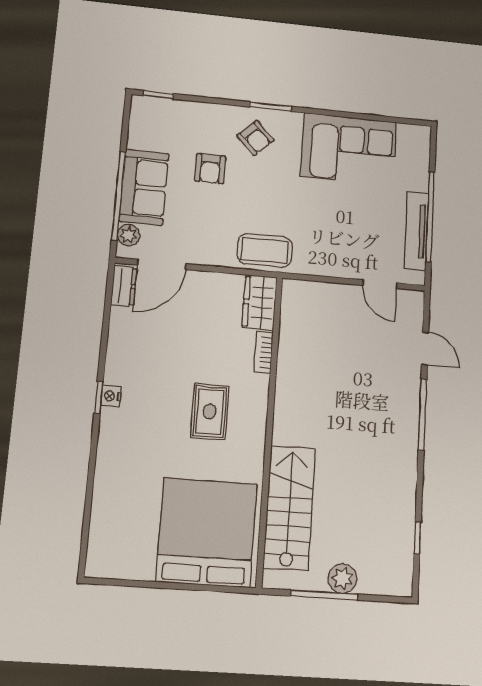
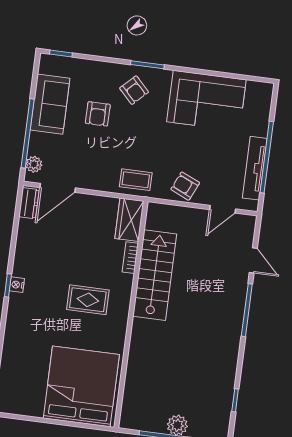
sofa: (144, 187) -> (50, 104), moved
coffee table: (265, 250) -> (136, 180), width x0.73, depth x0.77
armchair: (329, 256) -> (185, 186), added
door: (380, 284) -> (223, 209), hinge flipped
rug: (210, 412) -> (88, 300), turned 90
stairs: (289, 508) -> (155, 275), moved

